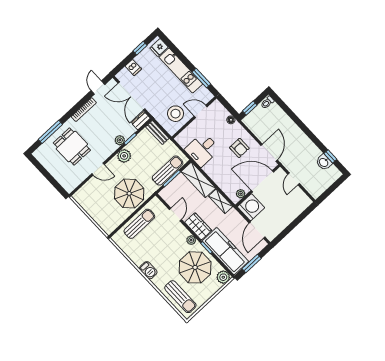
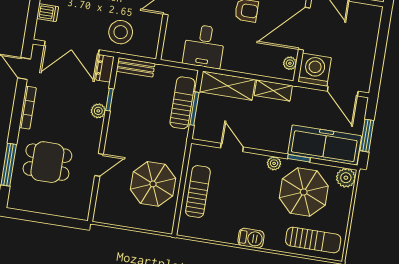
stool: (176, 114) -> (121, 32), moved
plant: (124, 156) -> (118, 125), removed
parasol: (129, 193) -> (153, 184), moved
wardrobe: (198, 226) -> (270, 141), removed

